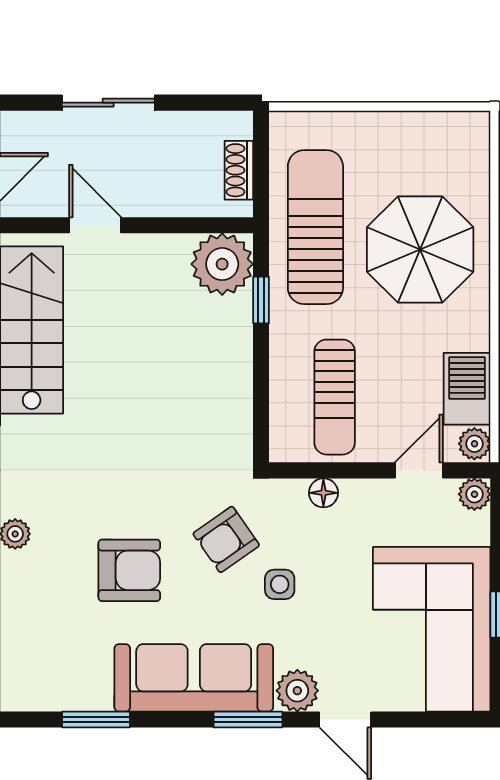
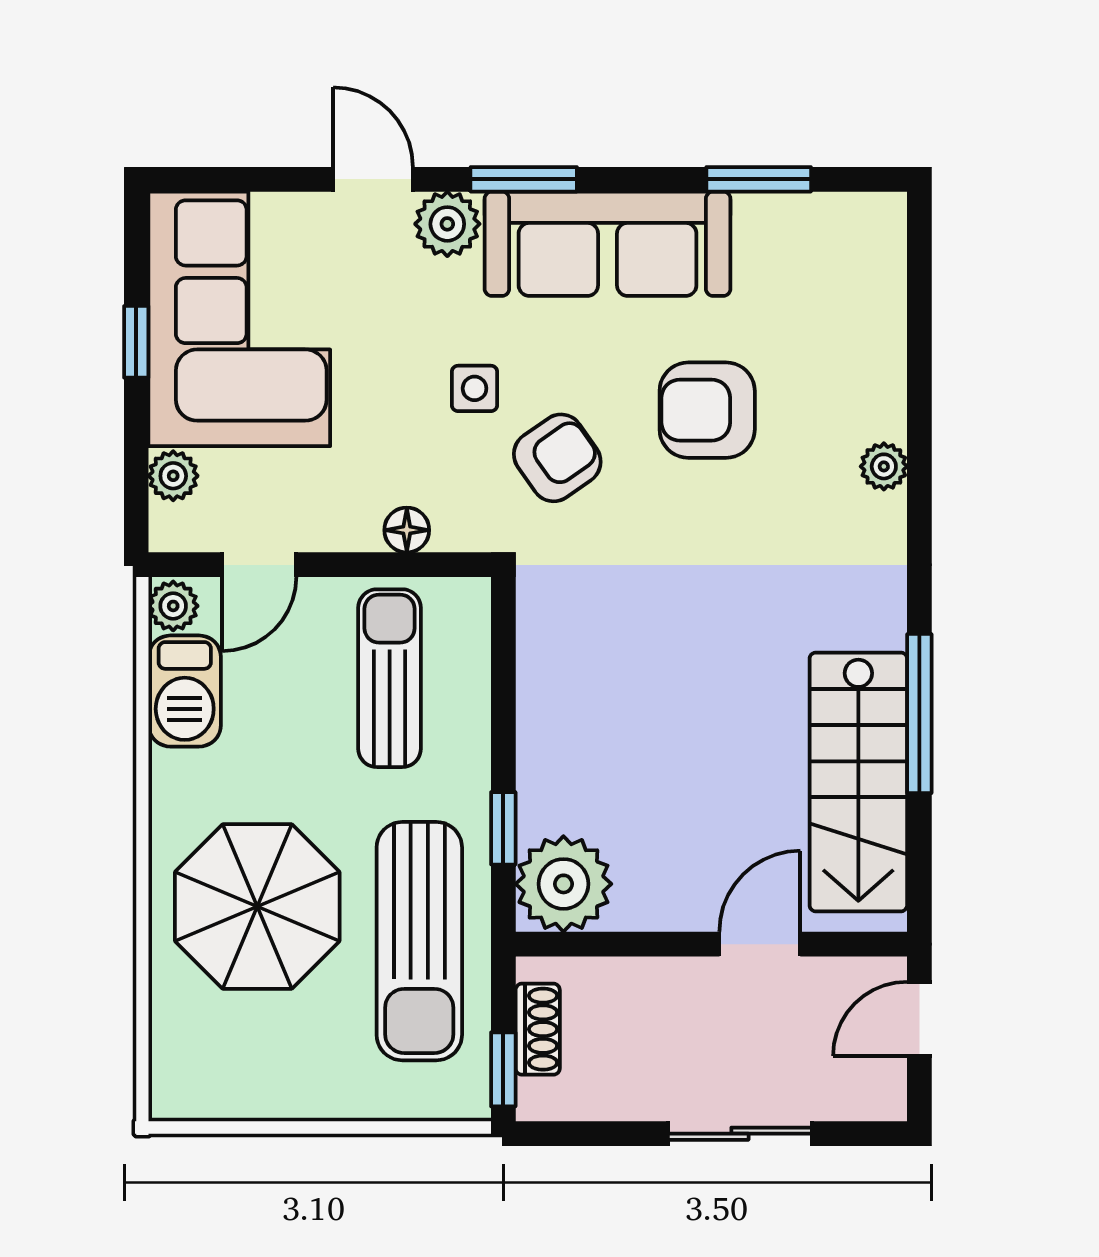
window: (261, 144) -> (503, 1069), added
door: (95, 225) -> (760, 944), swing flipped
plant: (474, 494) -> (173, 476), moved

